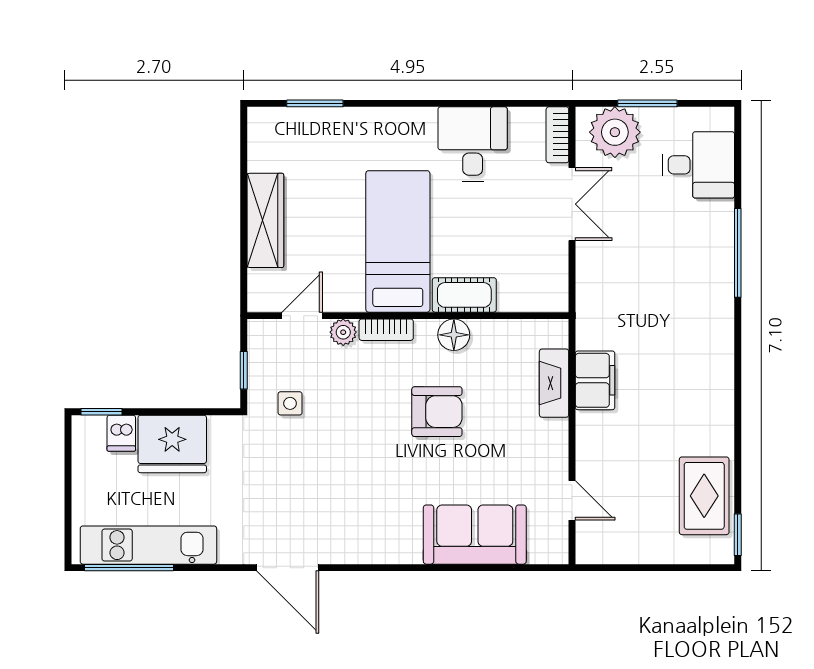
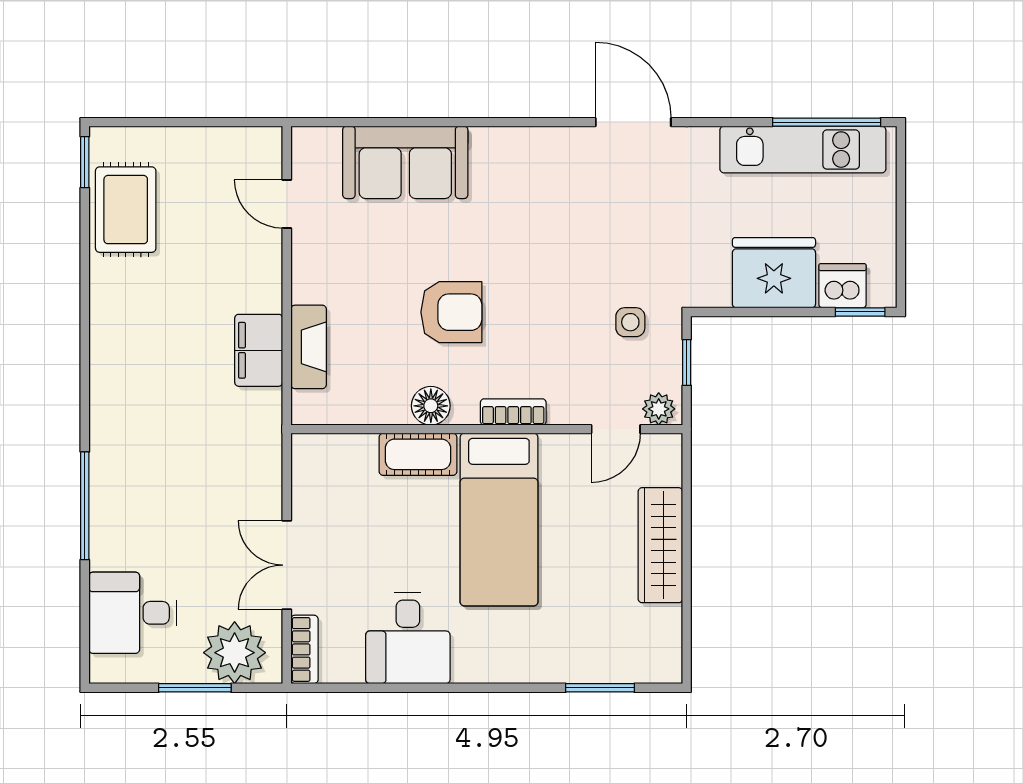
plant: (343, 332) -> (659, 409), moved
armchair: (437, 412) -> (451, 312), turned 180
dishwasher: (121, 433) -> (842, 286), width x1.38

